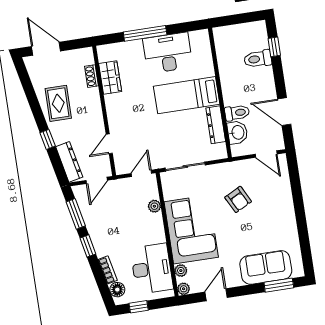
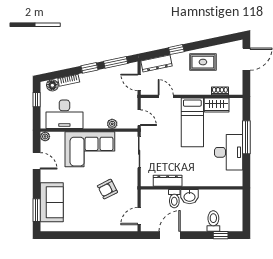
bed: (187, 95) -> (192, 122), moved, turned 180
washbasin: (237, 132) -> (190, 197), moved
plant: (181, 271) -> (59, 137), removed

